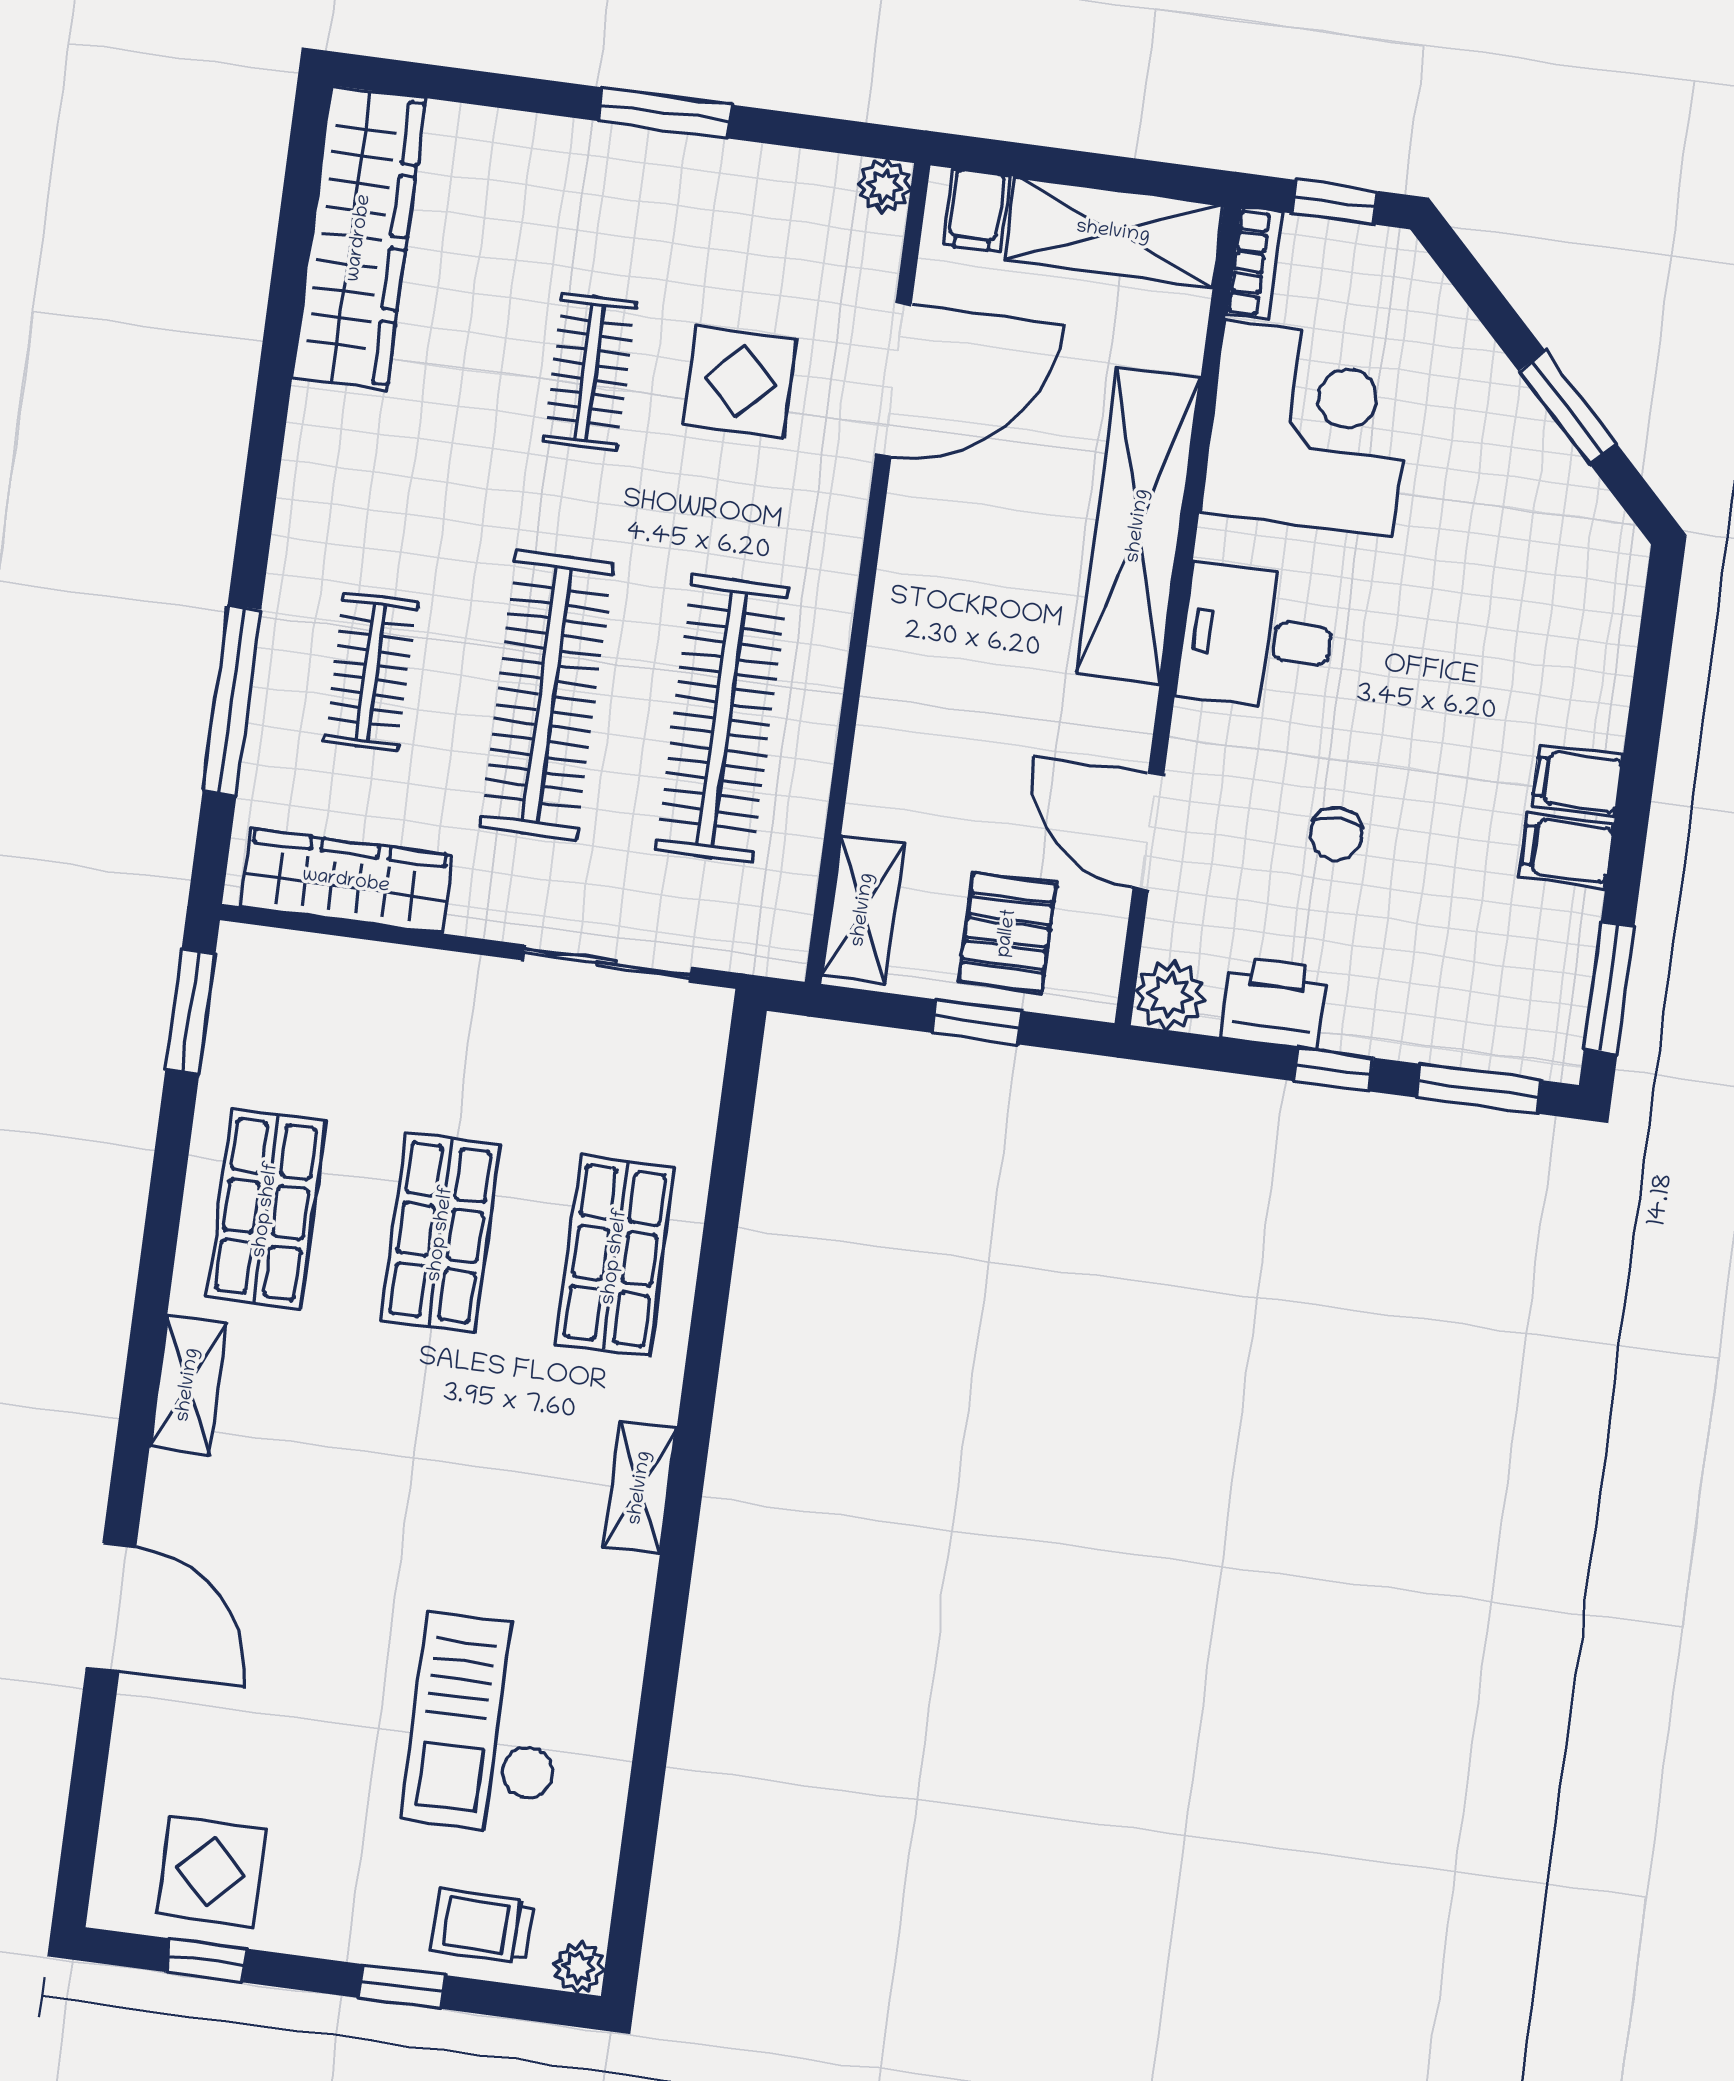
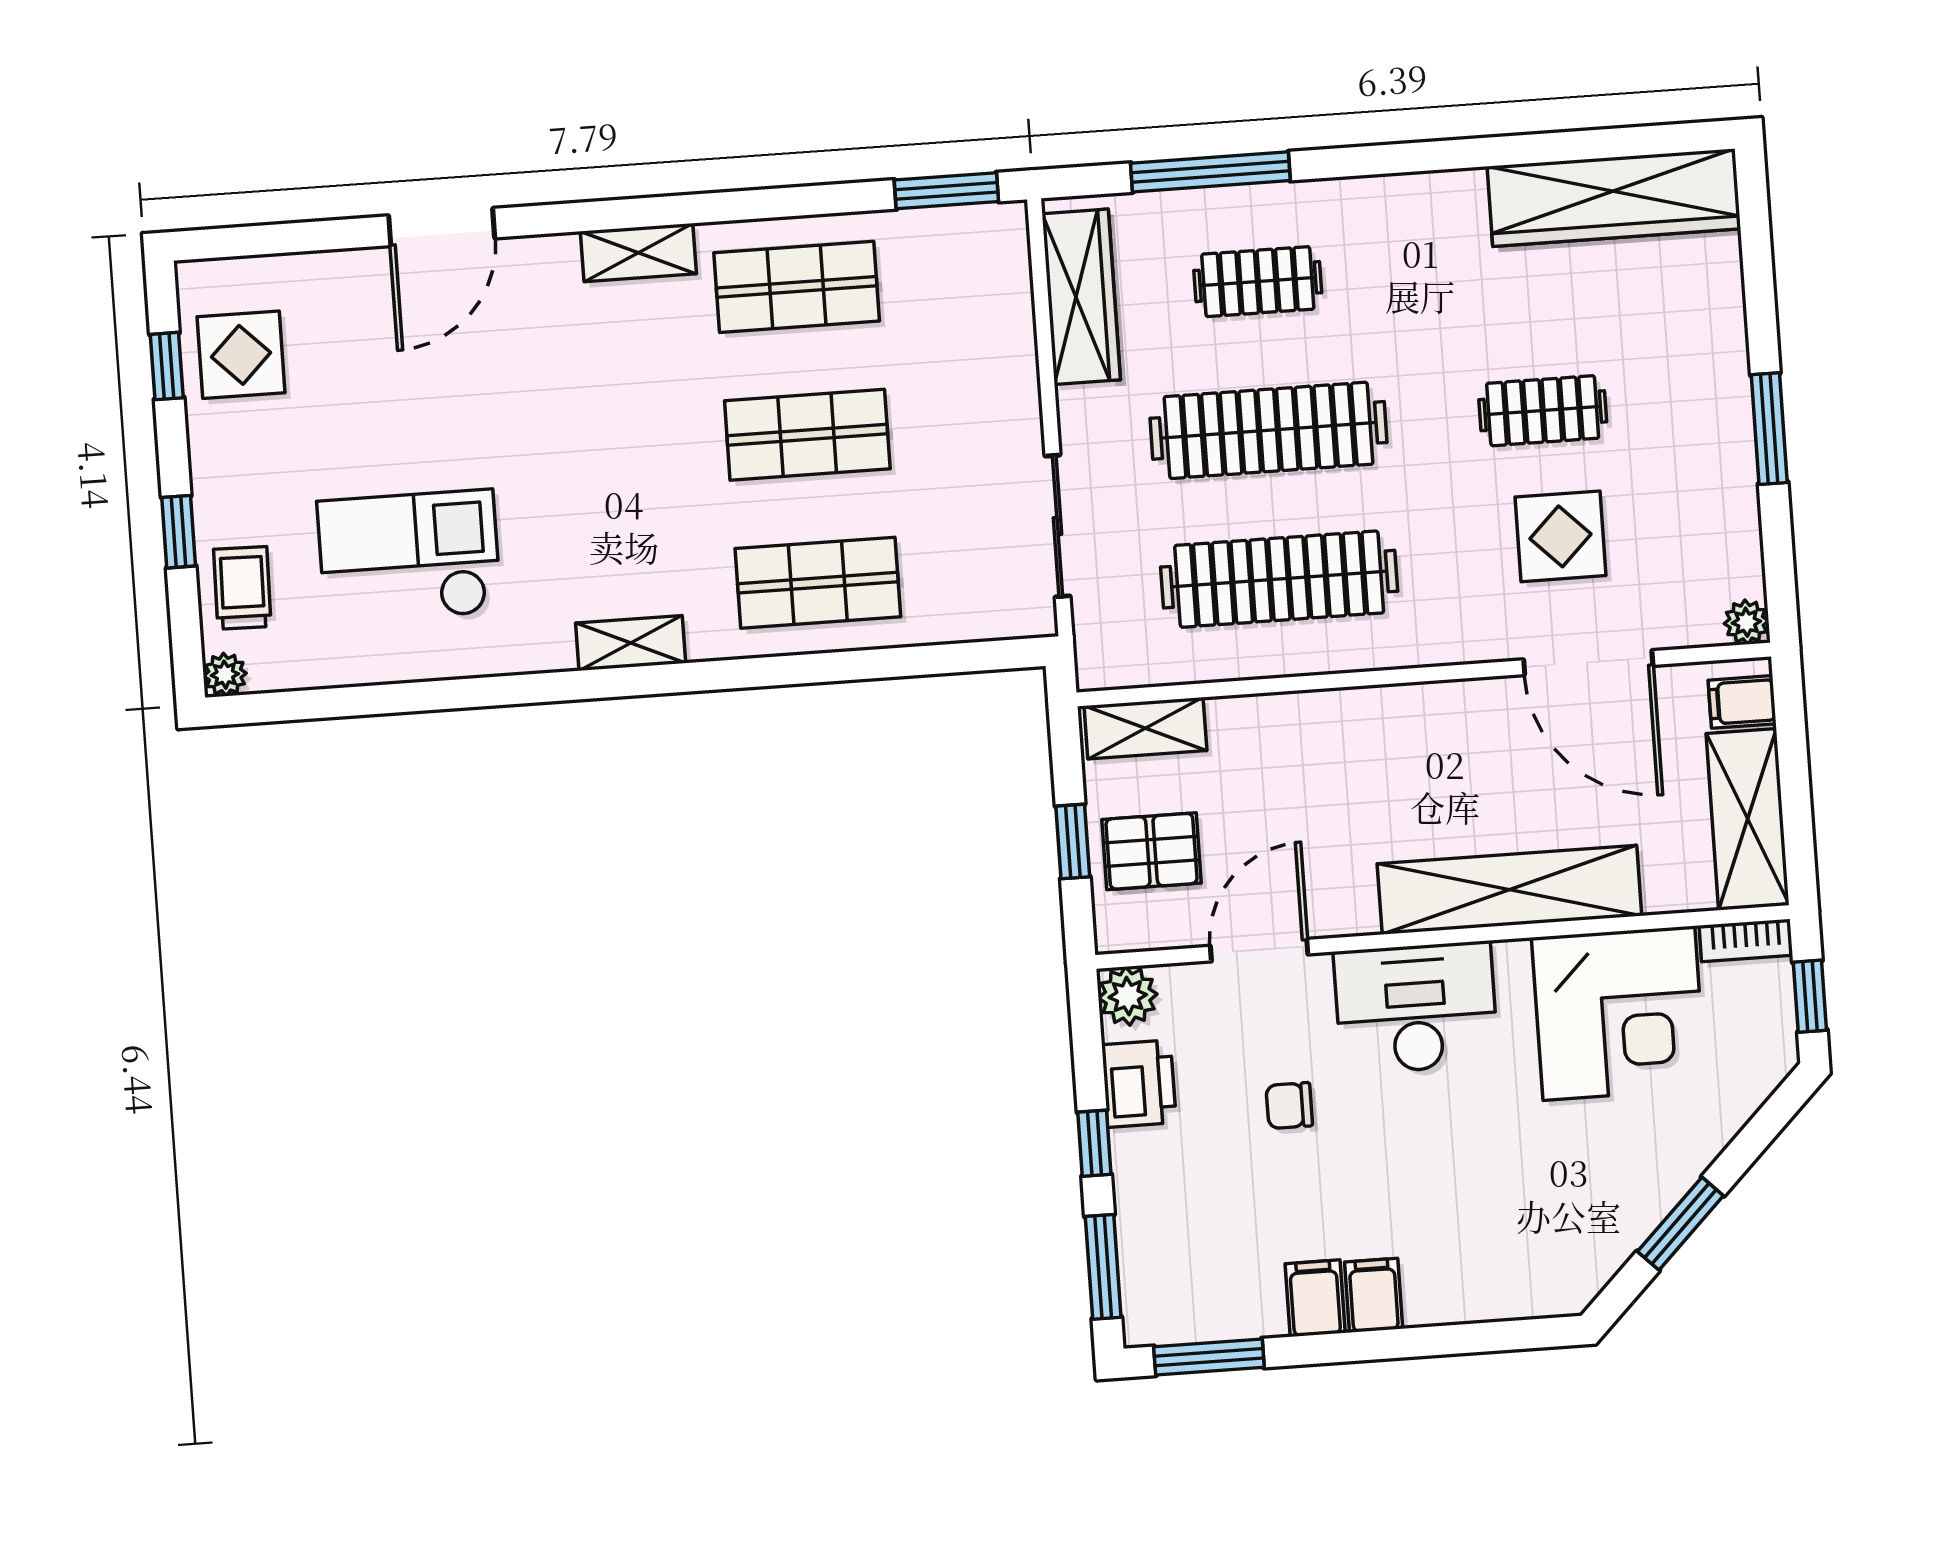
desk: (1257, 638) -> (1416, 1008), width x1.37

